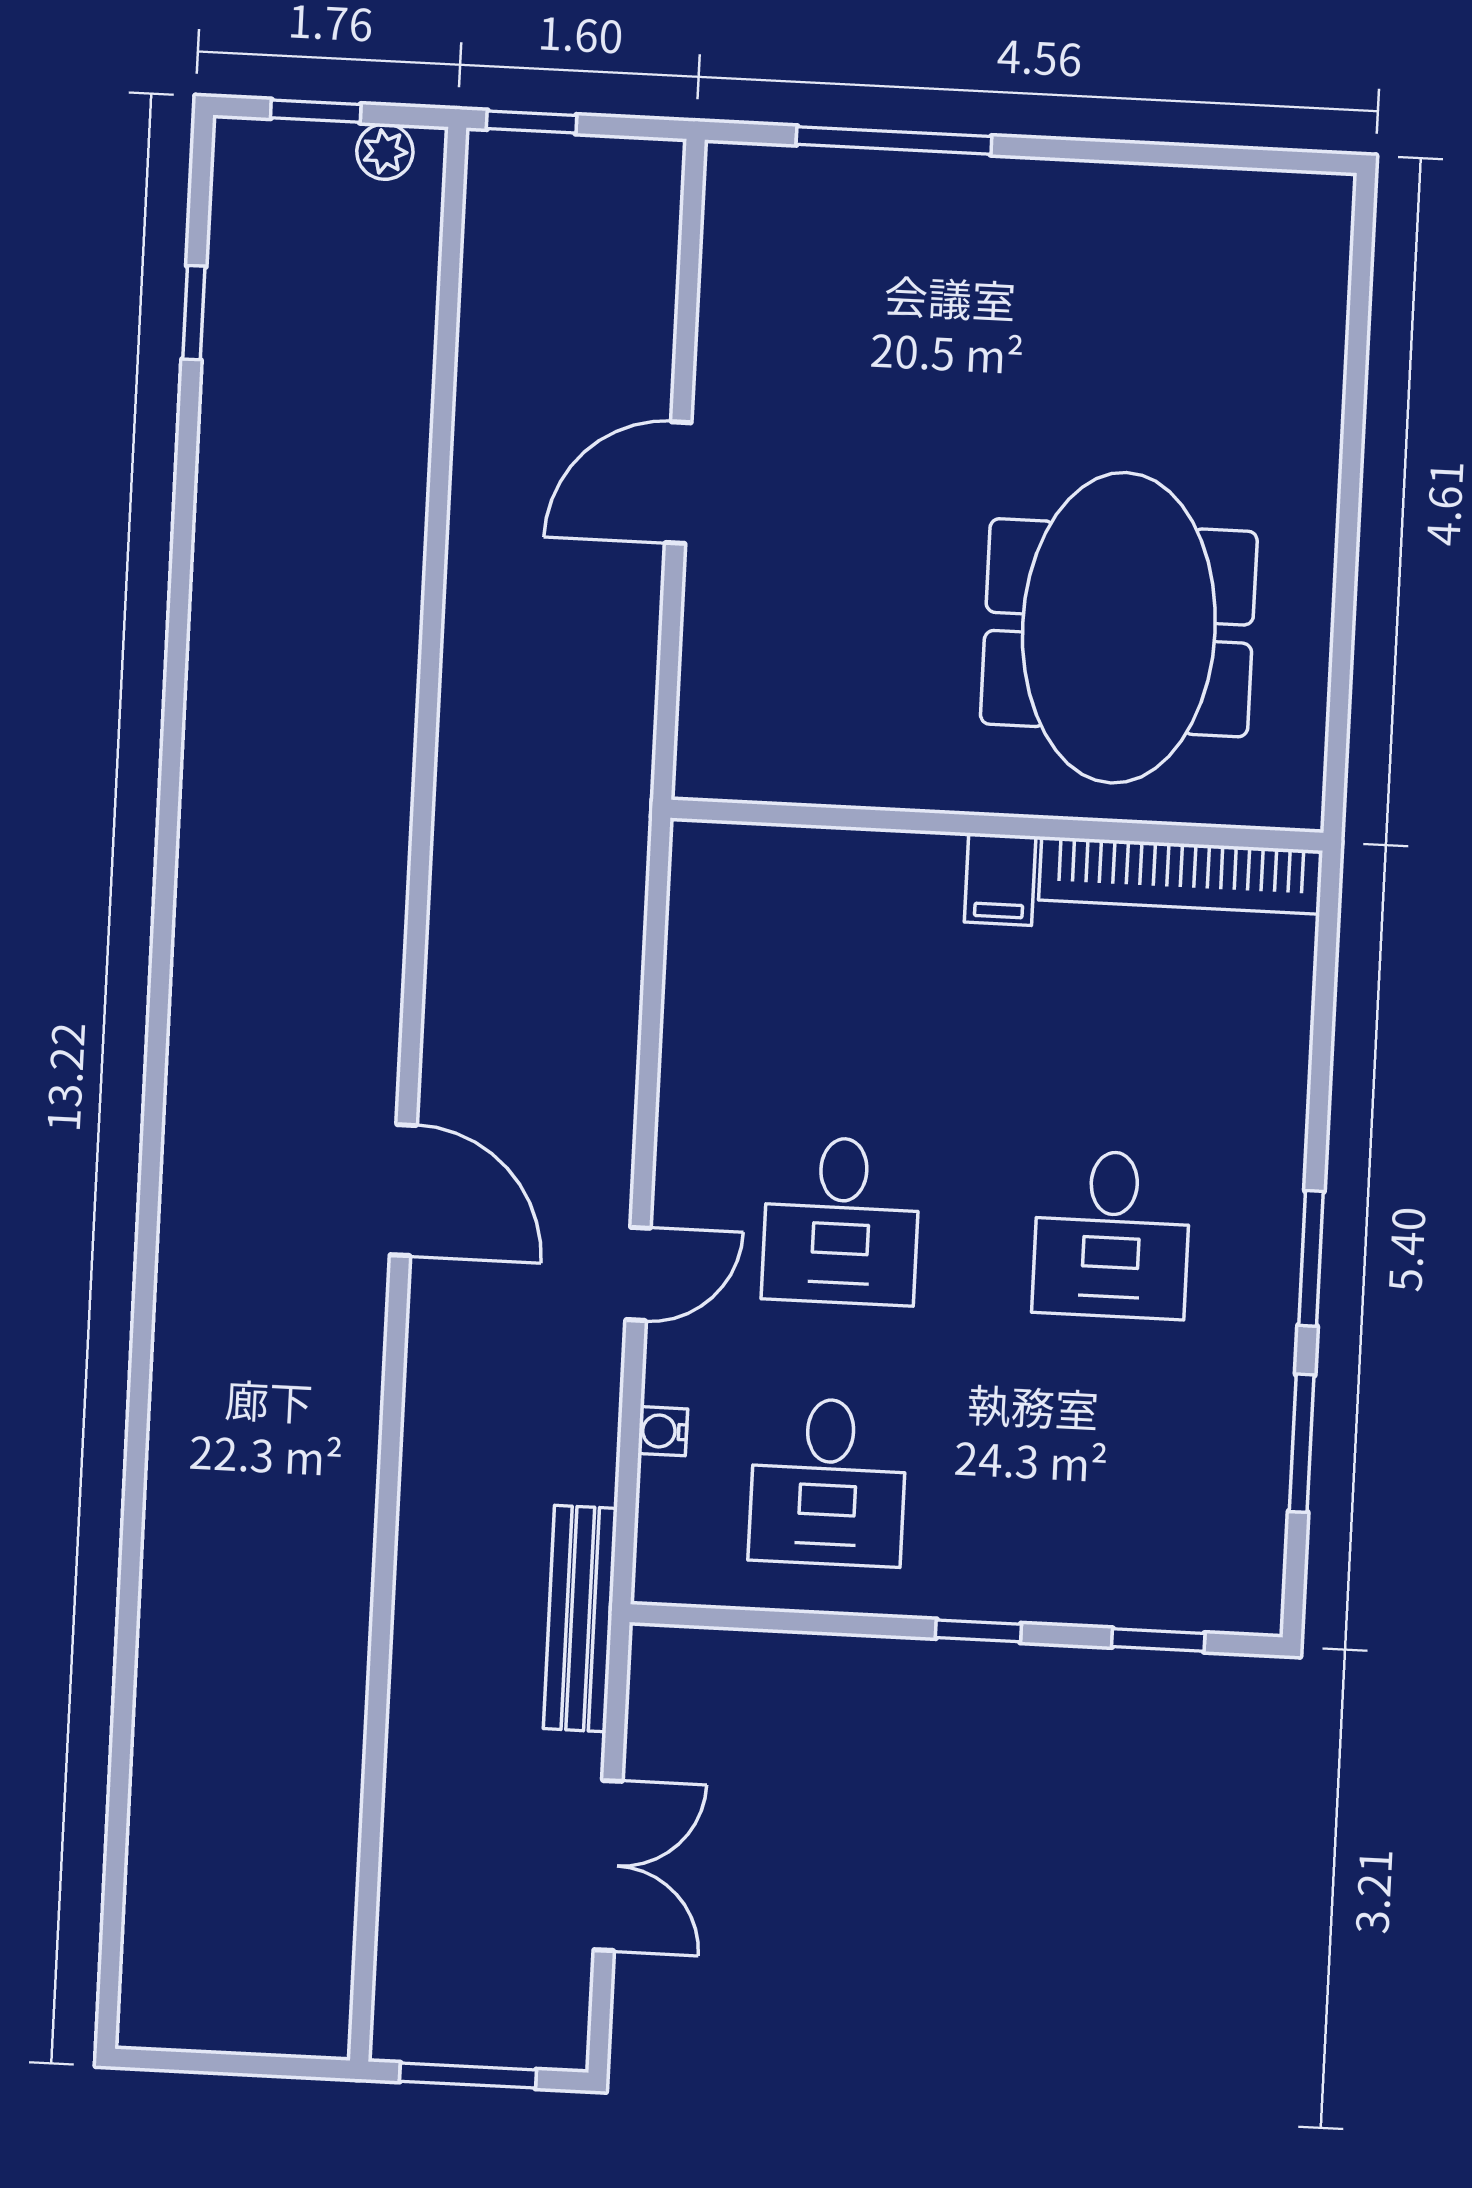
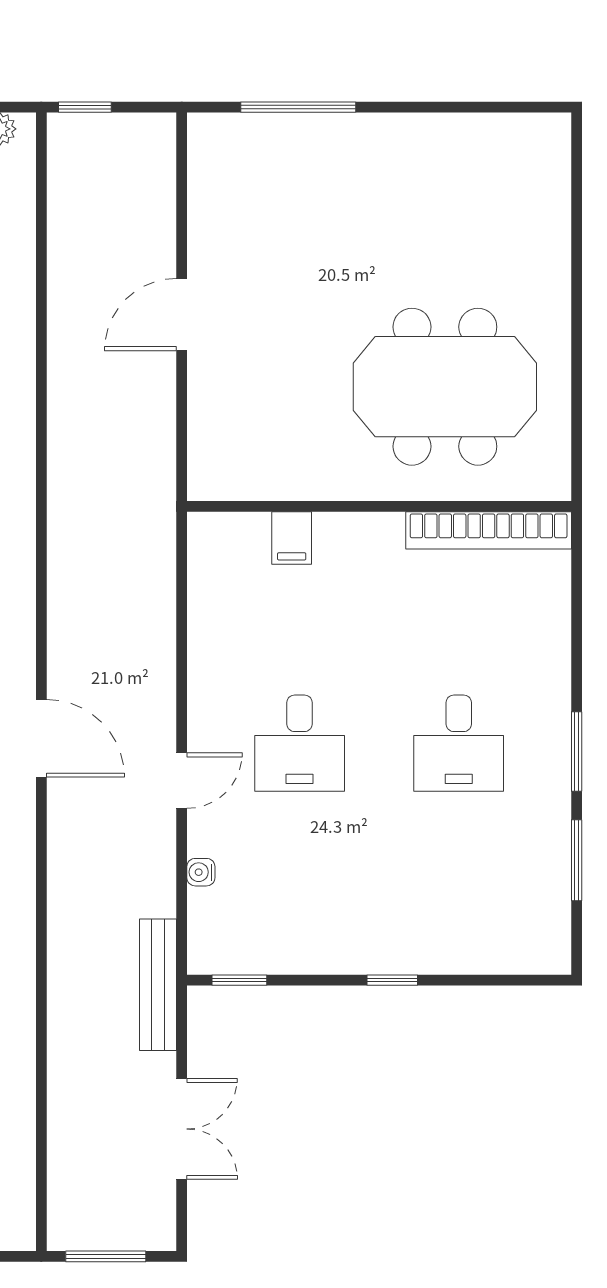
meeting table: (1119, 628) -> (445, 387), turned 90
filing cabinet: (1000, 879) -> (292, 538), moved
desk: (828, 1482) -> (300, 897), removed
window: (1158, 1640) -> (239, 980), moved

